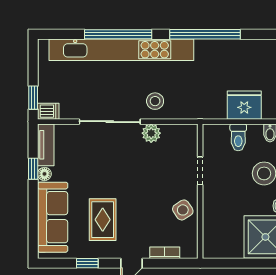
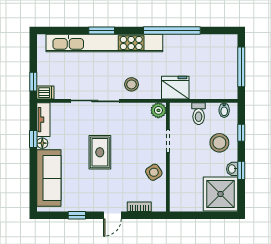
window: (118, 34) -> (102, 31), width x0.47
fridge: (244, 105) -> (175, 88), moved
plant: (151, 133) -> (158, 110), moved
rug: (103, 220) -> (100, 152), moved

